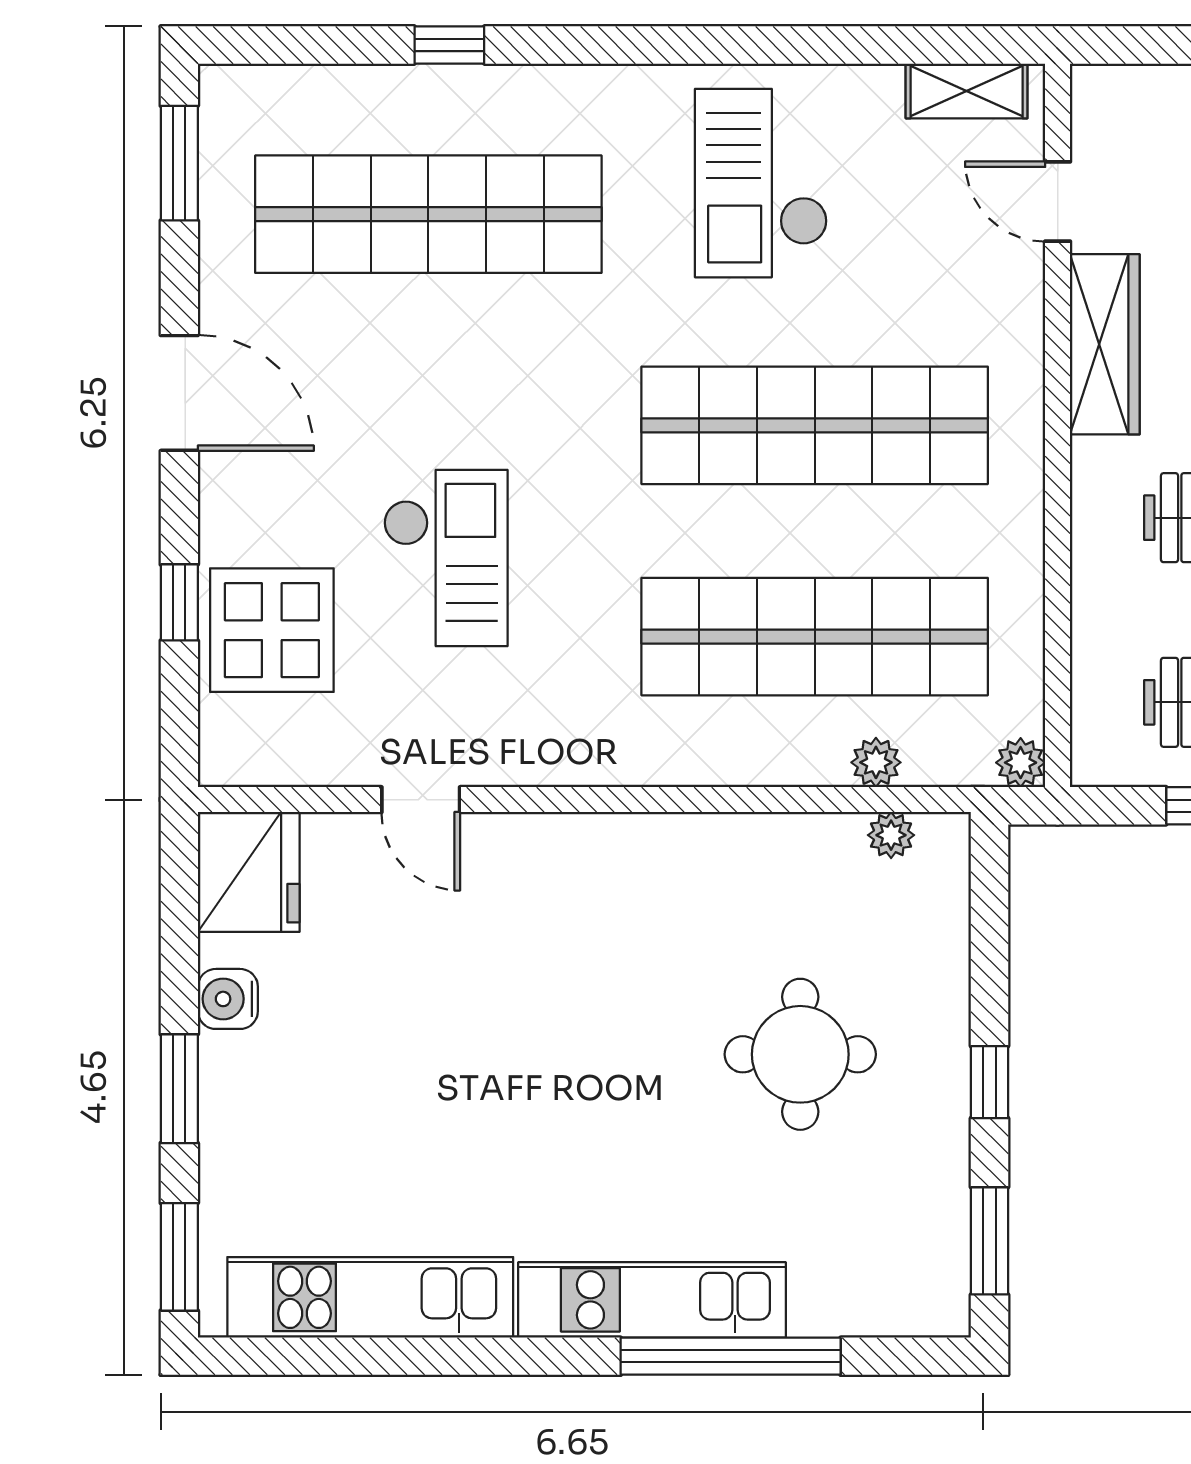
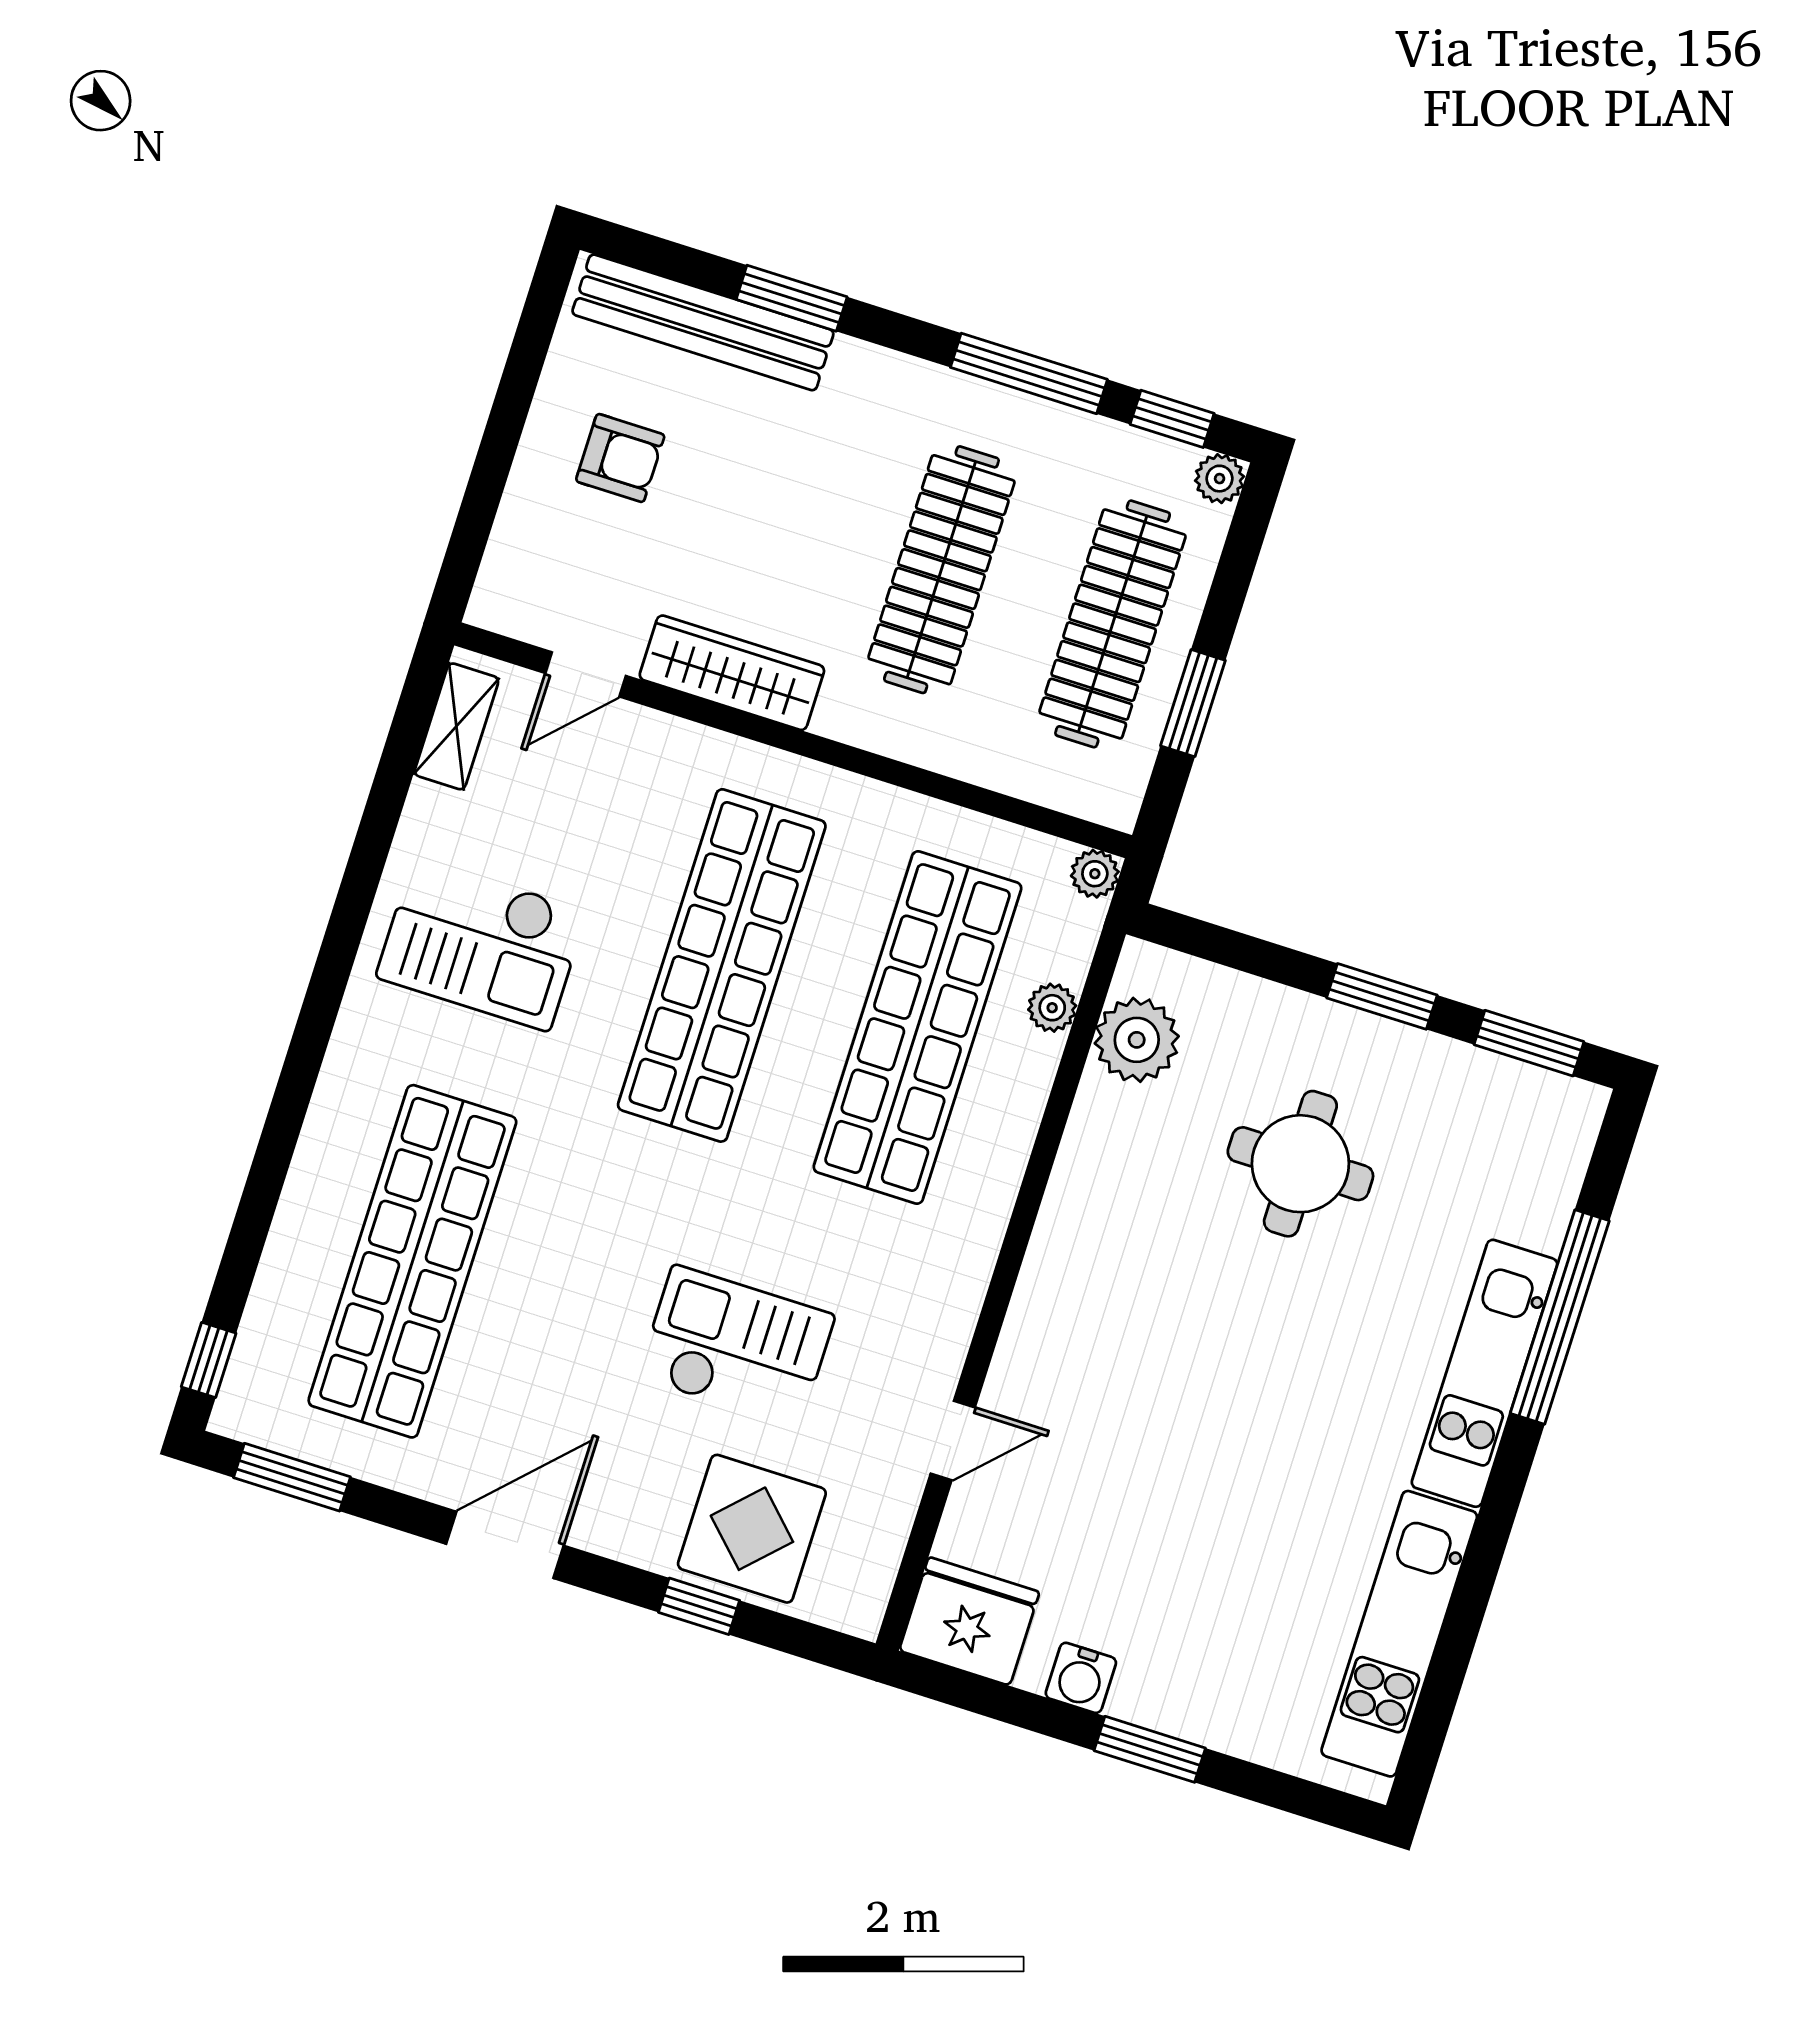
window: (449, 45) -> (209, 1360), moved
plant: (891, 835) -> (1137, 1040), width x1.88, depth x1.88
window: (990, 1082) -> (1382, 996), width x1.50
window: (179, 1257) -> (1306, 1799), removed

